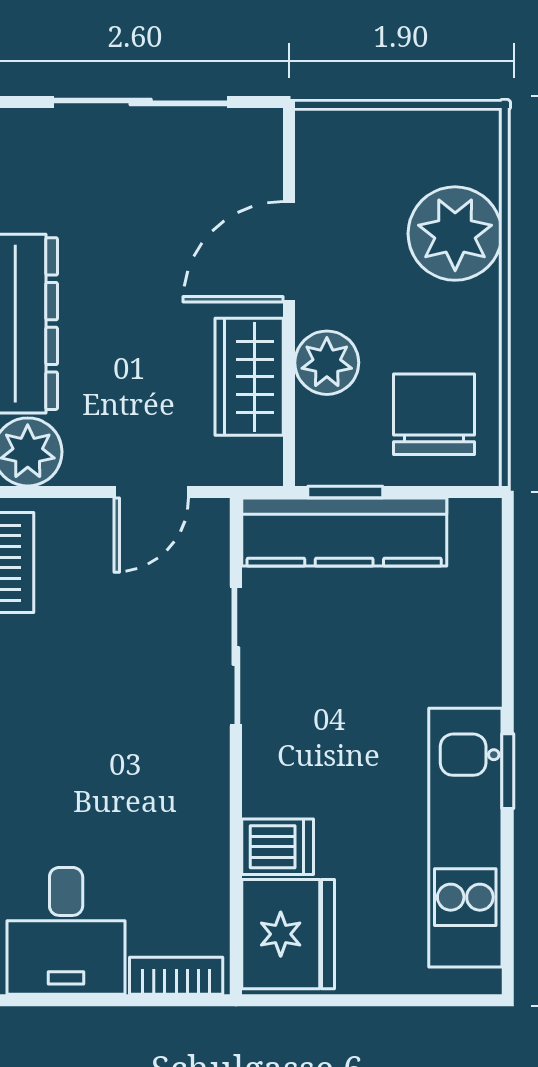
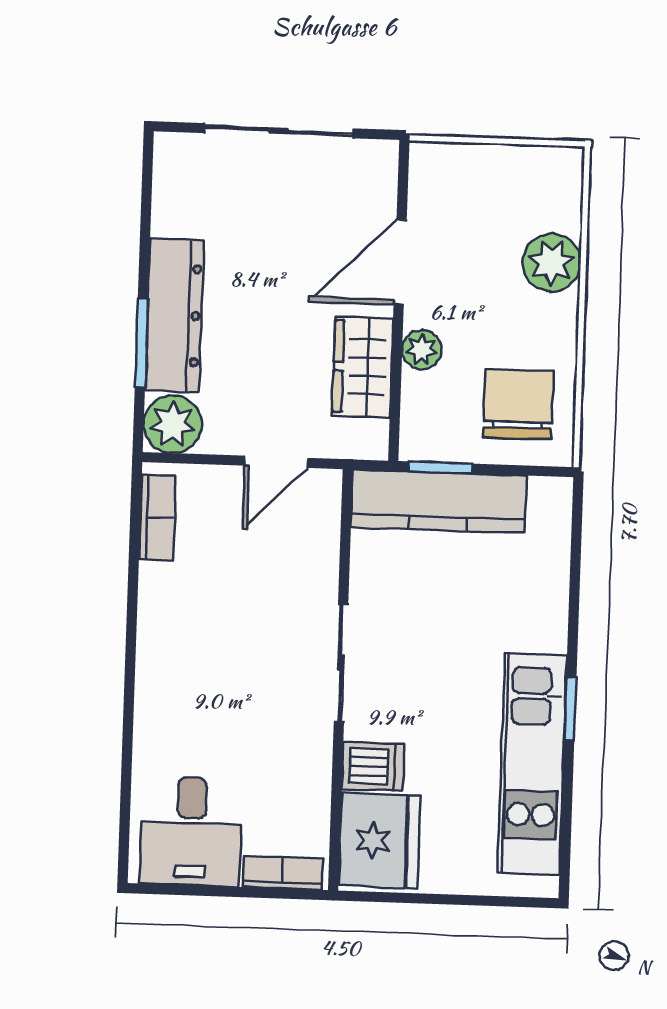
plant: (455, 234) -> (552, 263), width x0.73, depth x0.73
plant: (327, 363) -> (422, 350), width x0.73, depth x0.73
sliding door: (236, 656) -> (341, 663), moved

